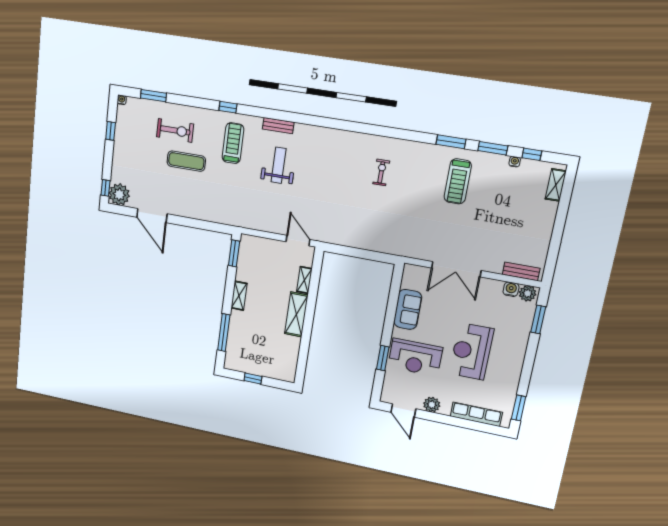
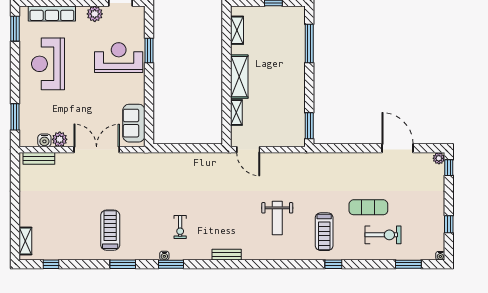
bench: (278, 126) -> (227, 255), moved
exercise bike: (175, 130) -> (383, 235), turned 180
window: (493, 148) -> (171, 264), moved
water cooler: (515, 162) -> (164, 256), moved
plant: (119, 194) -> (439, 158), width x0.53, depth x0.53
plant: (528, 293) -> (60, 139), moved
shelving: (239, 296) -> (237, 30), moved
sofa: (408, 309) -> (134, 123), moved
reception desk: (471, 351) -> (48, 64), moved, turned 180

